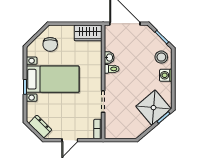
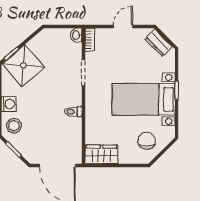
washbasin: (109, 58) -> (76, 35), moved

